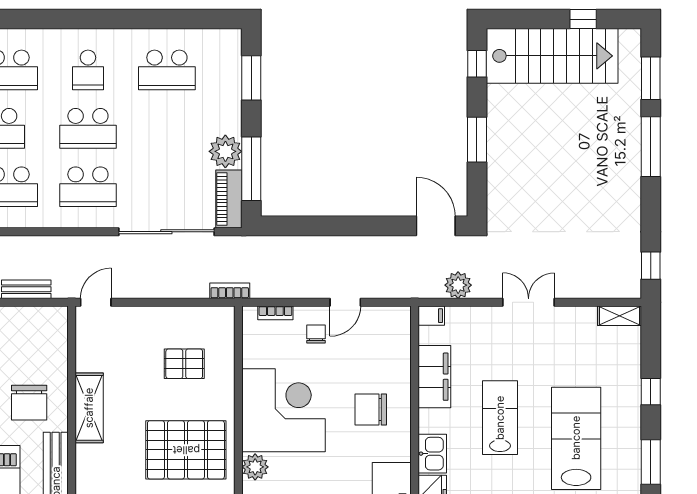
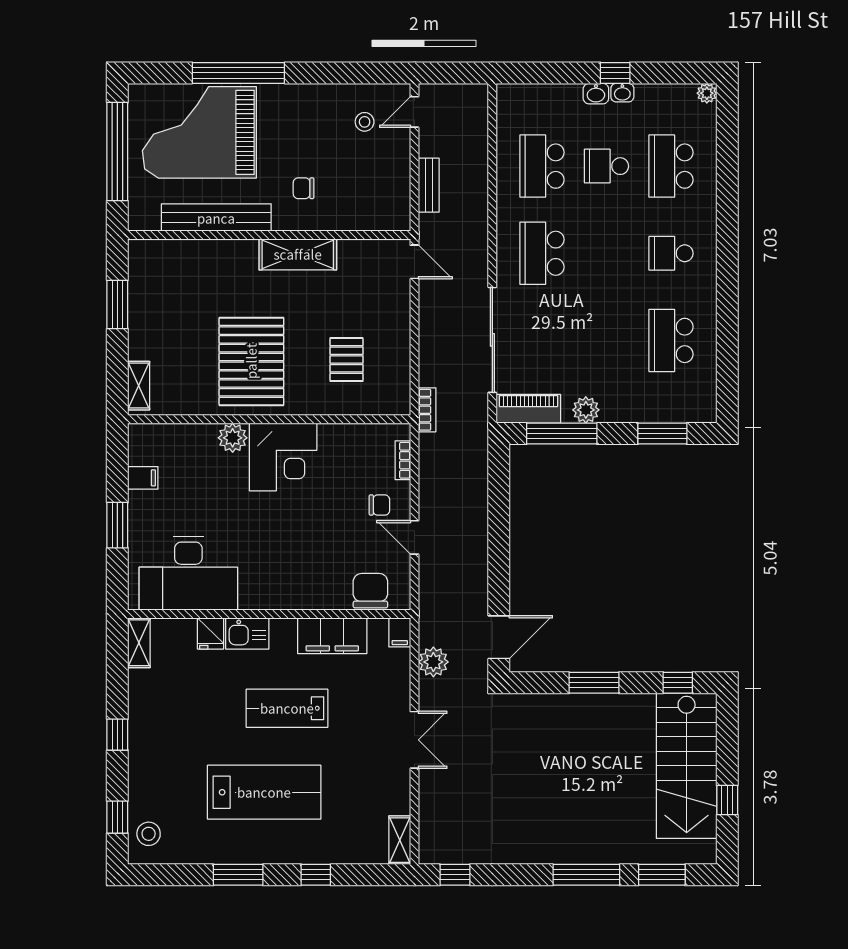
school desk: (88, 128) -> (607, 253), removed
plant: (225, 151) -> (586, 410), width x0.73, depth x0.73
chair: (29, 403) -> (304, 188), width x0.54, depth x0.54
chair: (371, 409) -> (370, 591), moved
corner desk: (284, 410) -> (283, 457), width x0.74, depth x0.74
lab bench: (500, 418) -> (287, 708), turned 180

